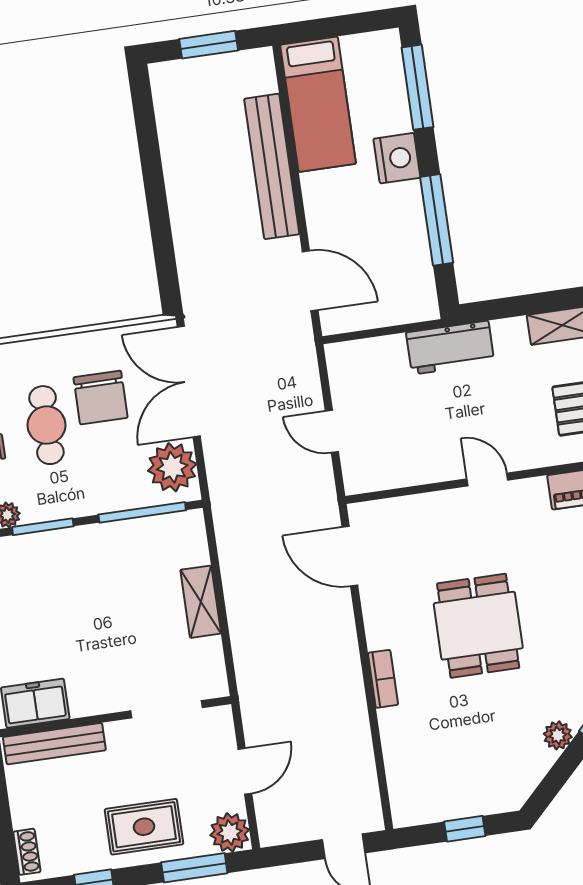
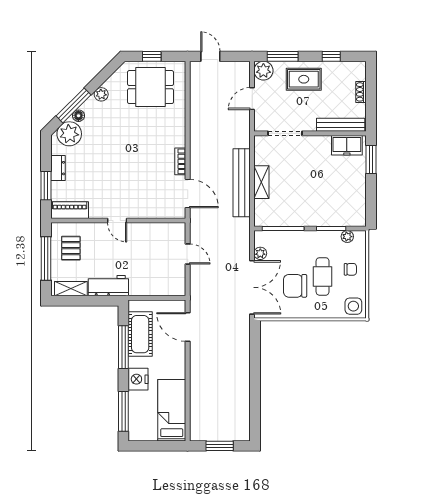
bench: (272, 166) -> (242, 183), moved
cot: (406, 252) -> (140, 334), added
workbench: (450, 348) -> (108, 286), moved
chair: (101, 398) -> (295, 286), turned -90
plant: (172, 467) -> (260, 253), width x0.53, depth x0.53
dining table: (478, 626) -> (151, 87), moved, turned 90
bookcase: (383, 679) -> (180, 161), moved
shoe rack: (27, 852) -> (361, 92), moved

